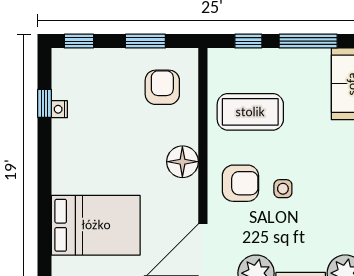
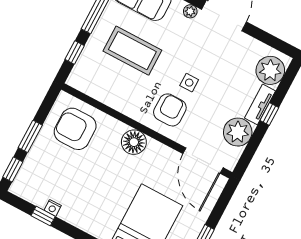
window: (145, 41) -> (30, 136), moved
armchair: (162, 87) -> (75, 129), width x1.36, depth x1.36
coffee table: (250, 112) -> (132, 51), moved, turned 90

